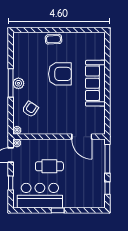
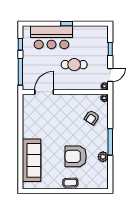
armchair: (60, 74) -> (76, 156), moved
plant: (18, 83) -> (103, 157), moved
sofa: (95, 83) -> (31, 160), moved
door: (82, 137) -> (44, 92), hinge flipped
bar counter: (40, 196) -> (51, 37), moved

